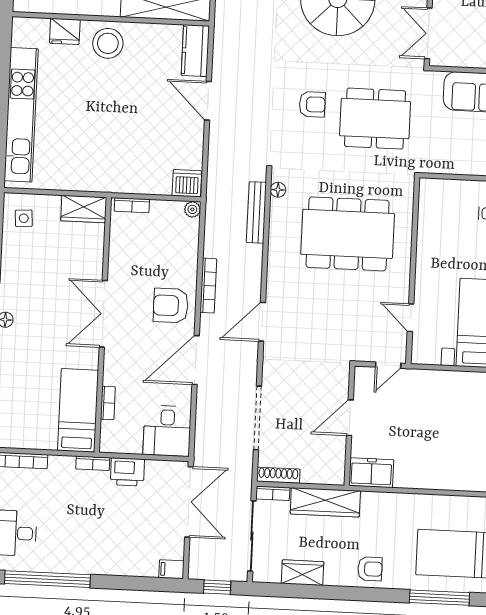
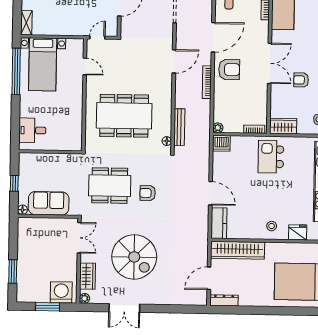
stool: (108, 43) -> (272, 226), width x0.53, depth x0.53
kitchen island: (106, 159) -> (271, 157), added
armchair: (52, 285) -> (301, 80), added

